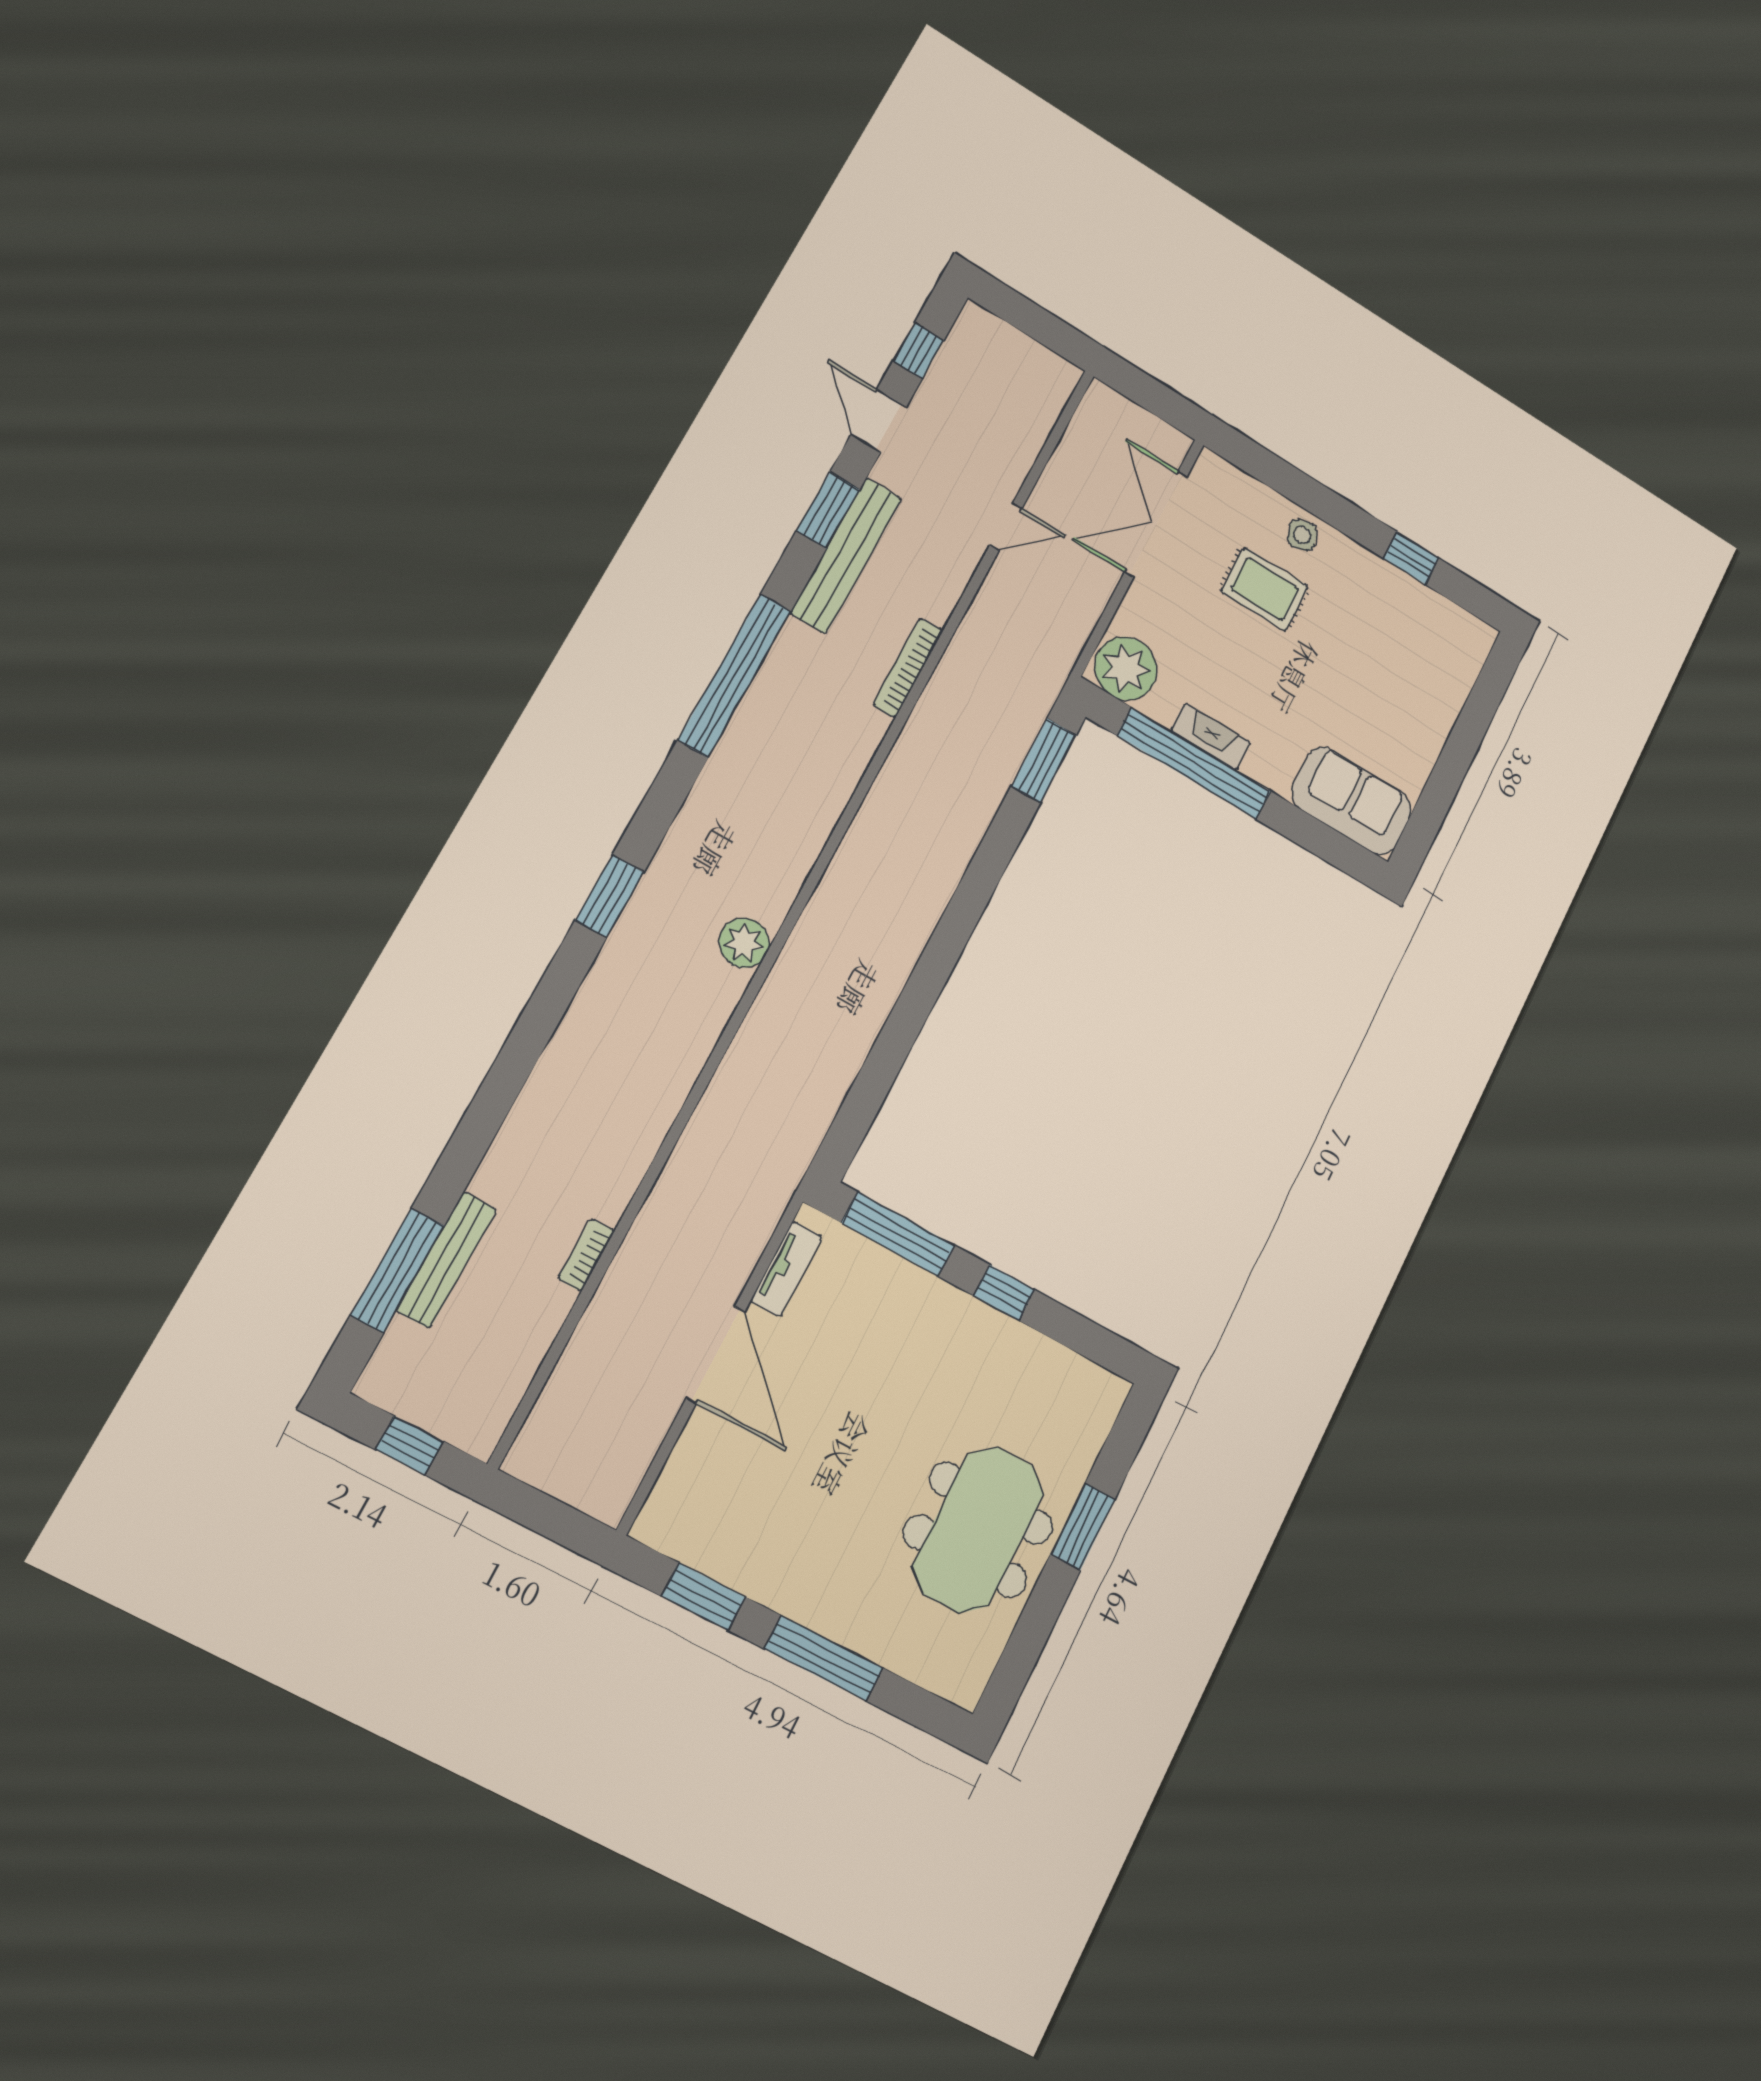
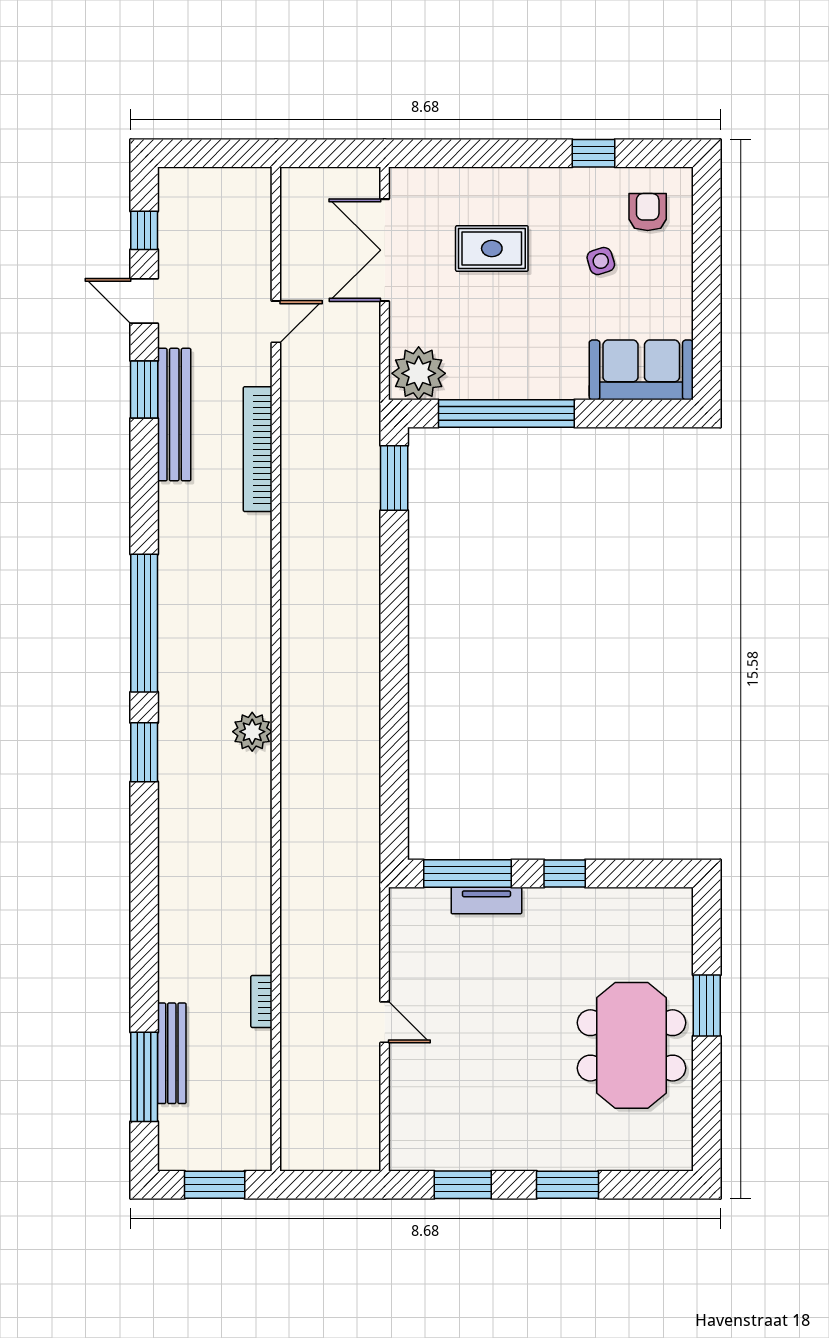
side table: (1302, 535) -> (601, 261), moved
armchair: (1435, 648) -> (648, 212), added
bookcase: (908, 668) -> (258, 449), width x1.48, depth x1.31
window: (734, 676) -> (144, 623), moved
fireplace: (1211, 737) -> (508, 386), removed
tv unit: (786, 1269) -> (486, 901), moved, turned 90
door: (715, 1355) -> (385, 1022), width x0.53
window: (409, 1445) -> (215, 1185), width x1.50
window: (824, 1658) -> (567, 1185), width x0.69

